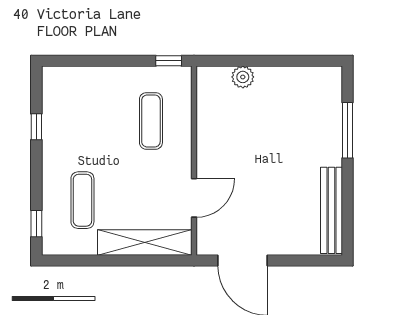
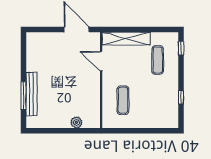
window: (169, 61) -> (114, 131), removed
door: (194, 198) -> (101, 61), hinge flipped
bench: (331, 210) -> (31, 94), moved

